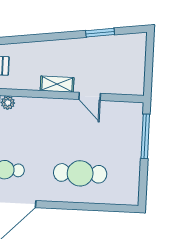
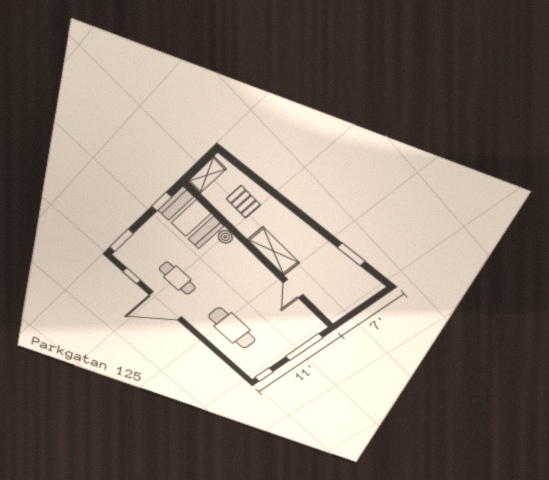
shelving: (57, 84) -> (274, 251), width x1.50, depth x1.33
window: (143, 192) -> (264, 375), added

